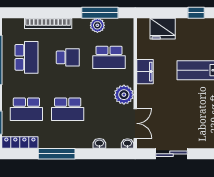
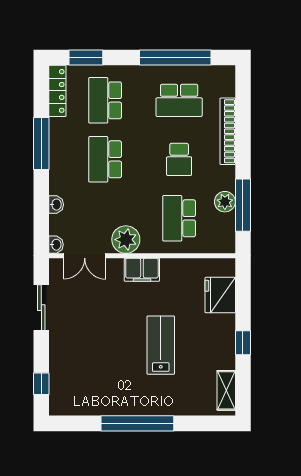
filing cabinet: (145, 72) -> (142, 270), moved

